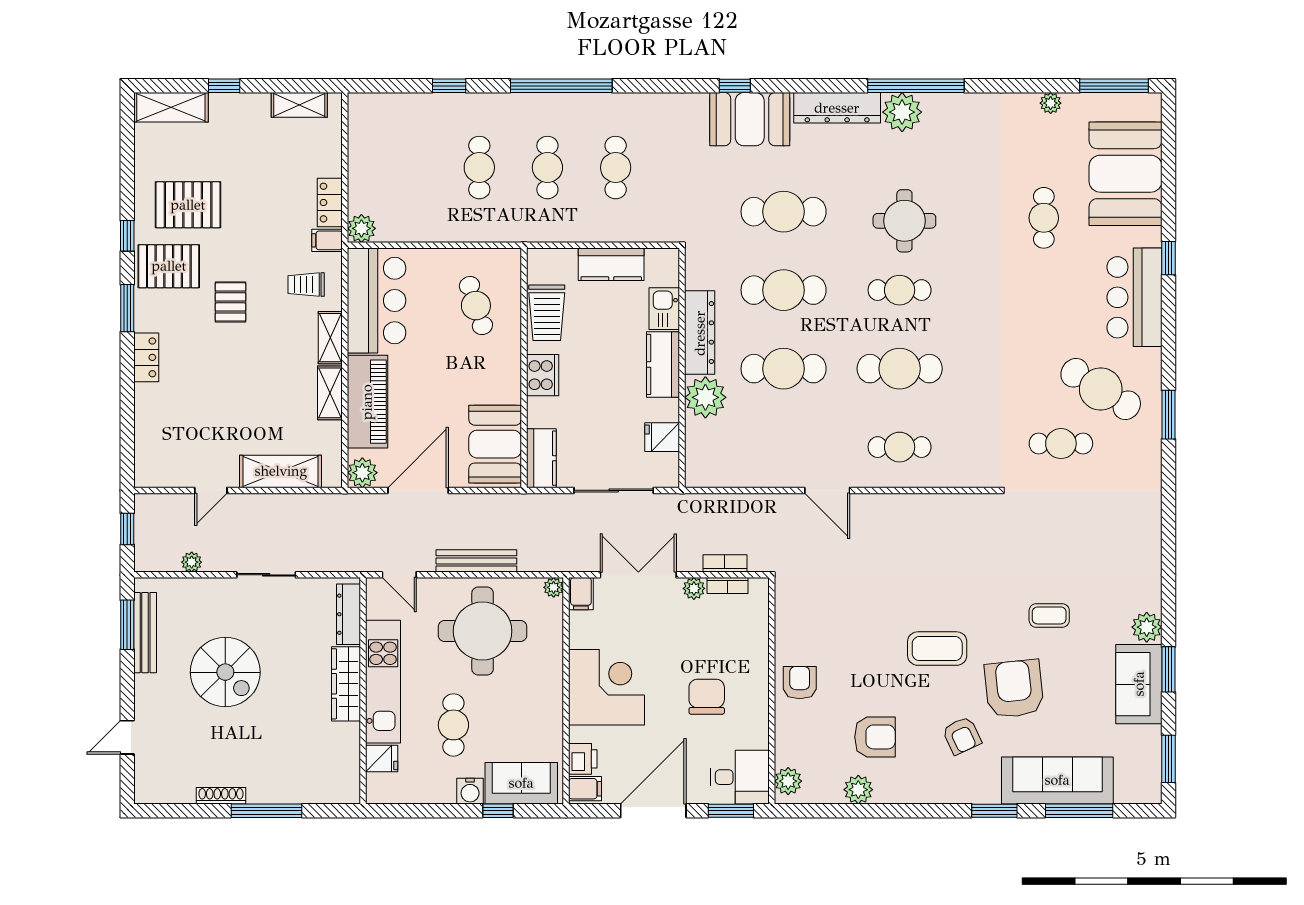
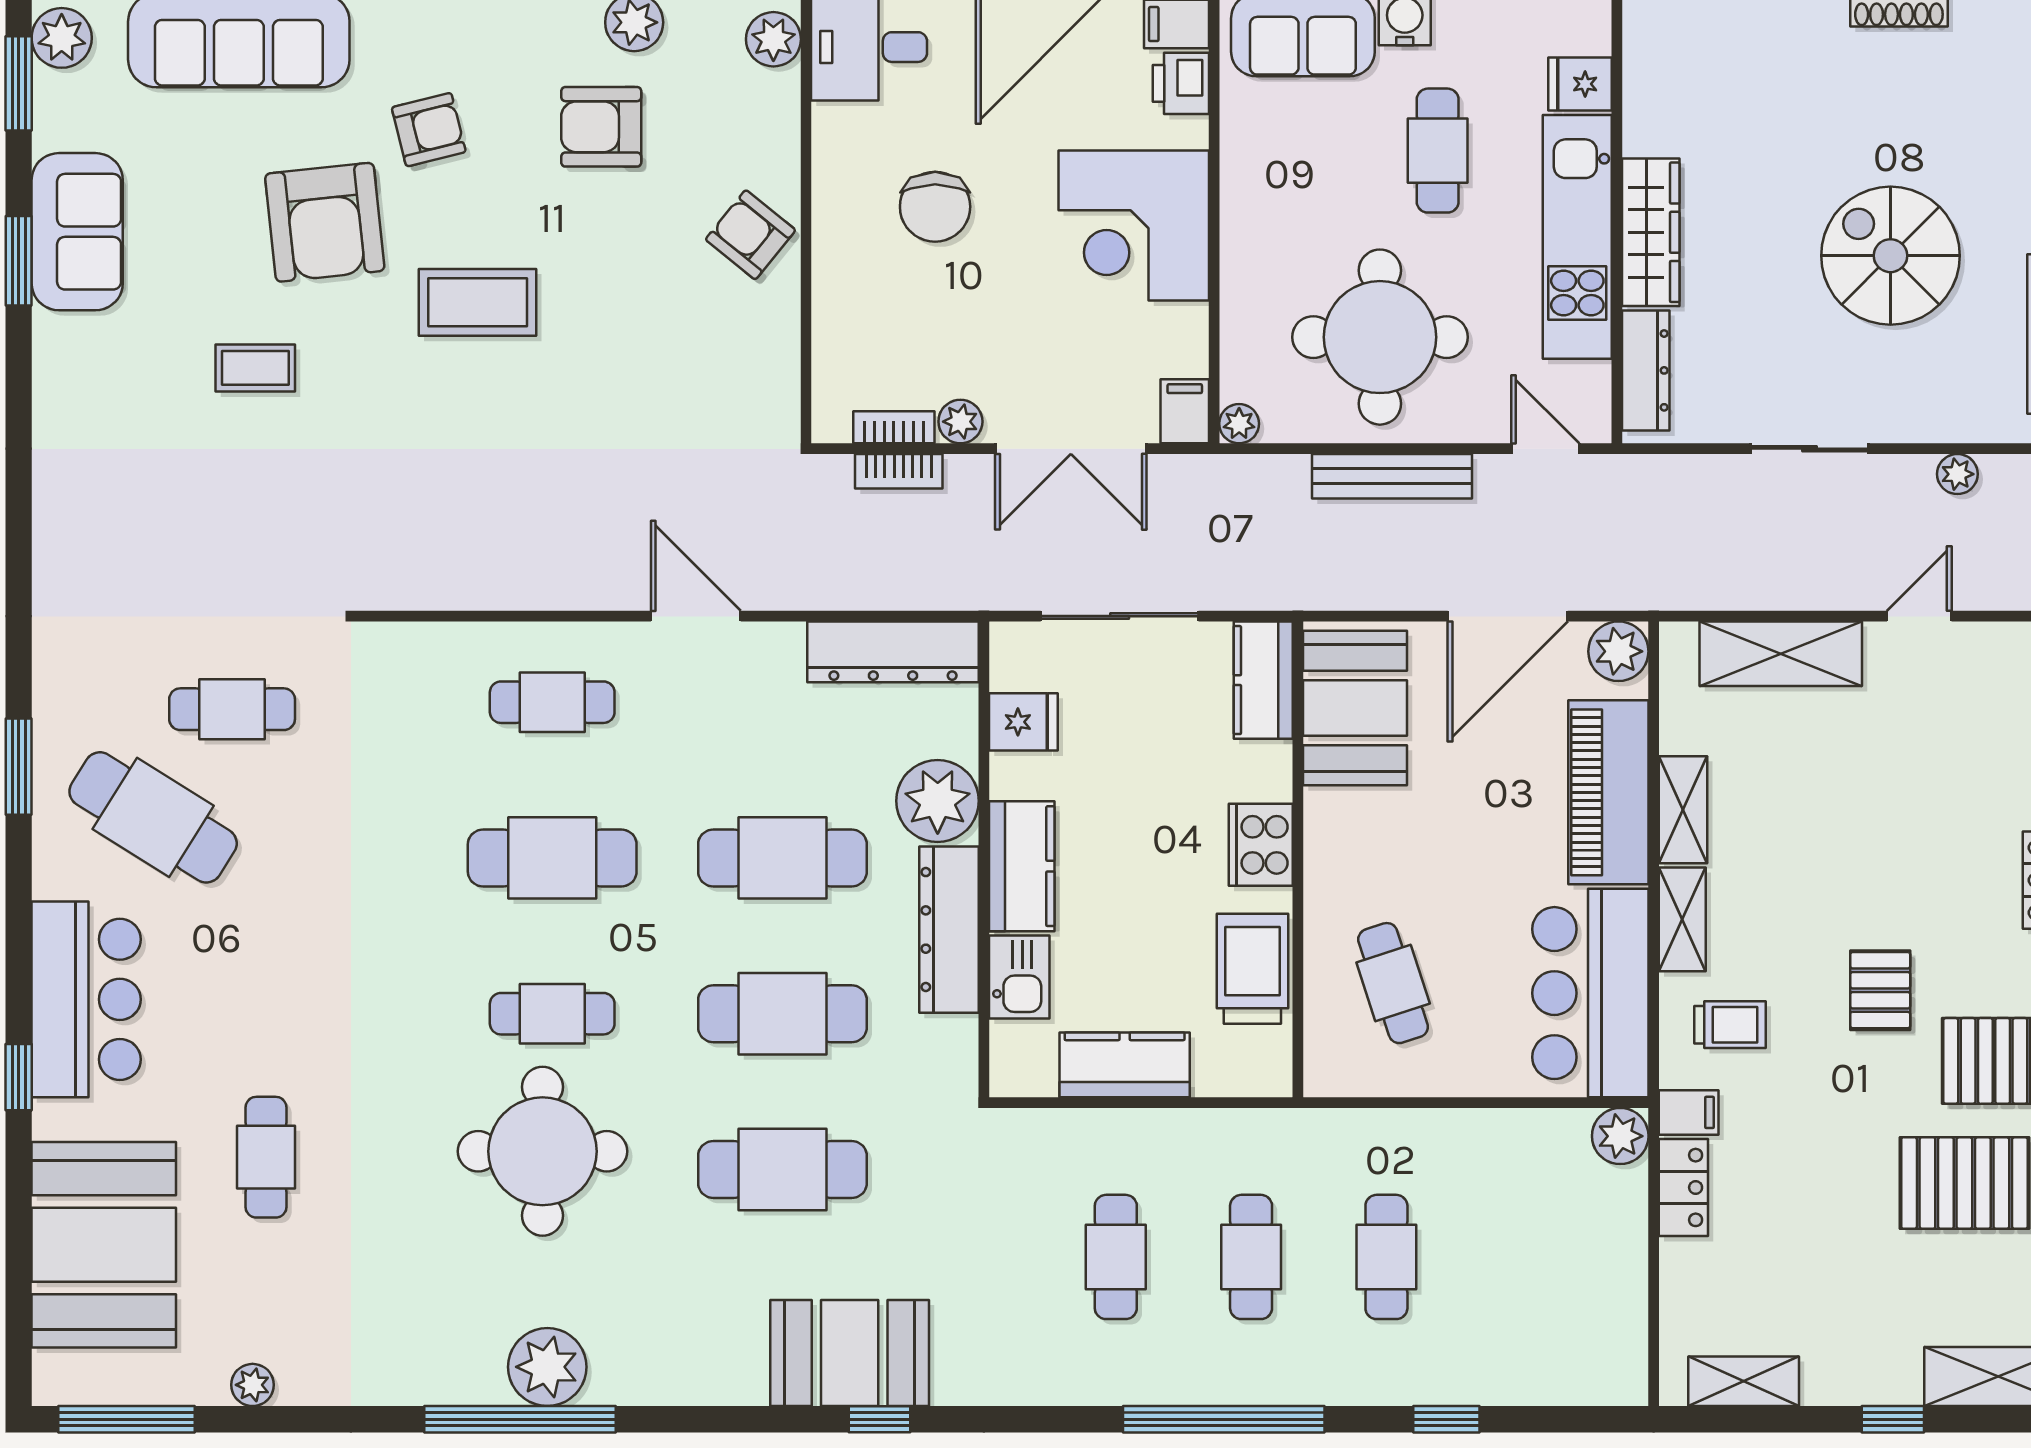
dresser: (837, 108) -> (893, 652), moved, turned 180
round table: (904, 221) -> (542, 1151), width x1.36, depth x1.36
plant: (1147, 627) -> (62, 38), moved
armchair: (800, 683) -> (750, 235), turned 129
armchair: (962, 736) -> (429, 130), turned 101

